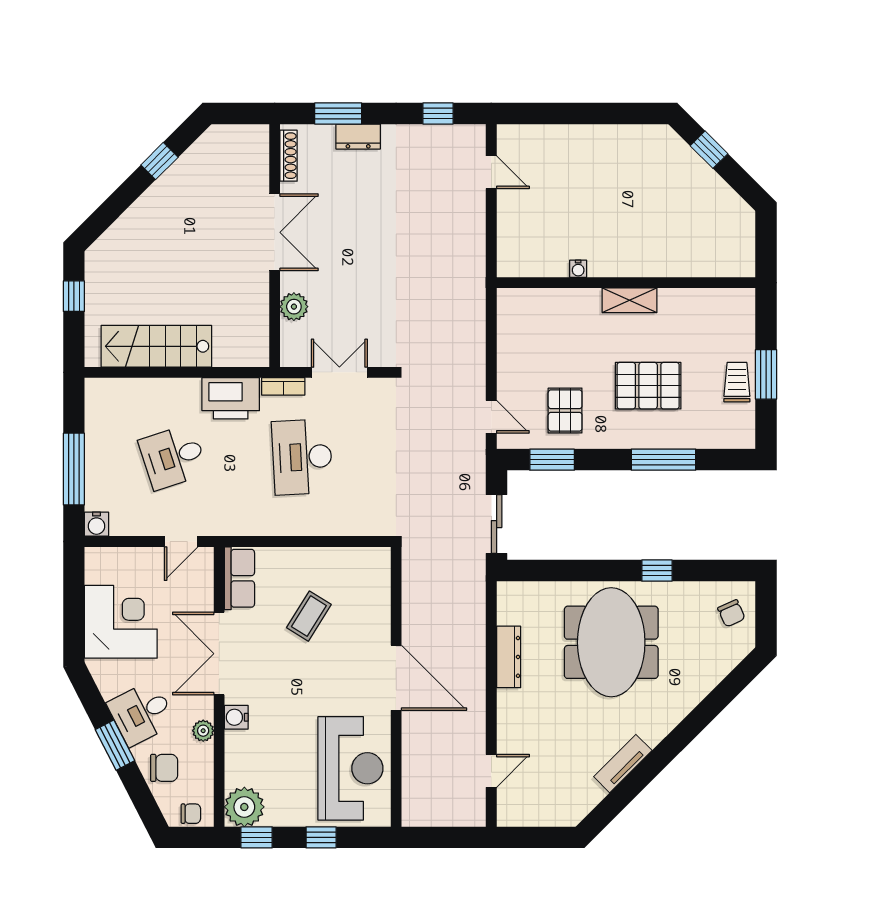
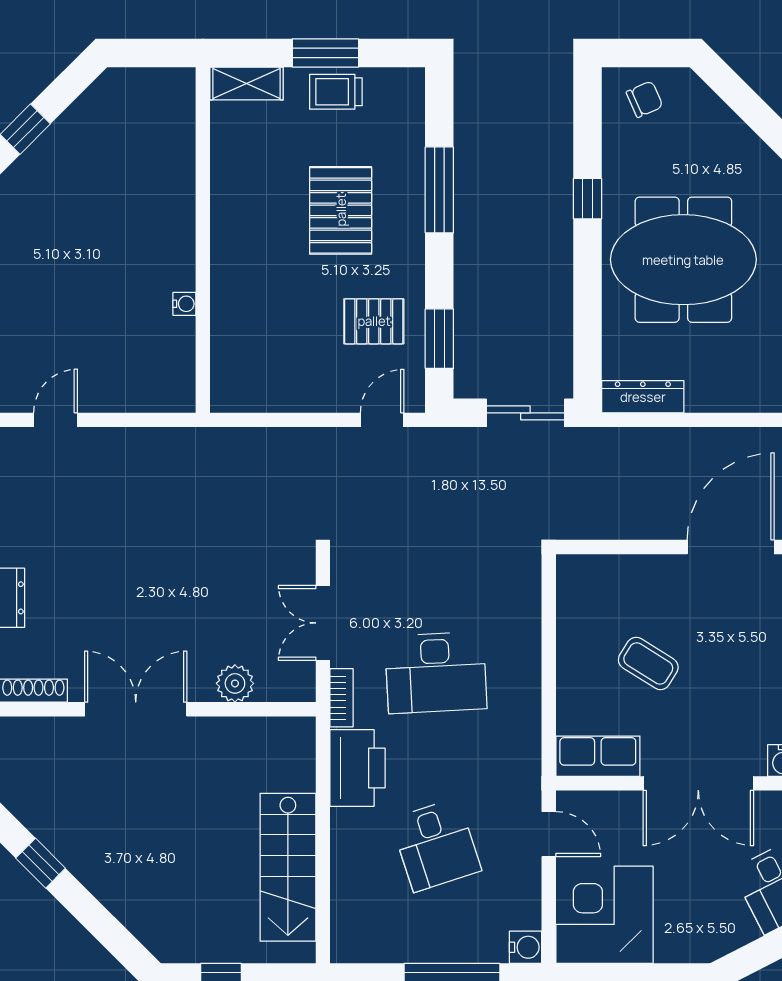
shelving: (630, 300) -> (247, 83), moved, turned 90
corner desk: (121, 622) -> (604, 915), moved
dresser: (509, 657) -> (643, 397), moved

